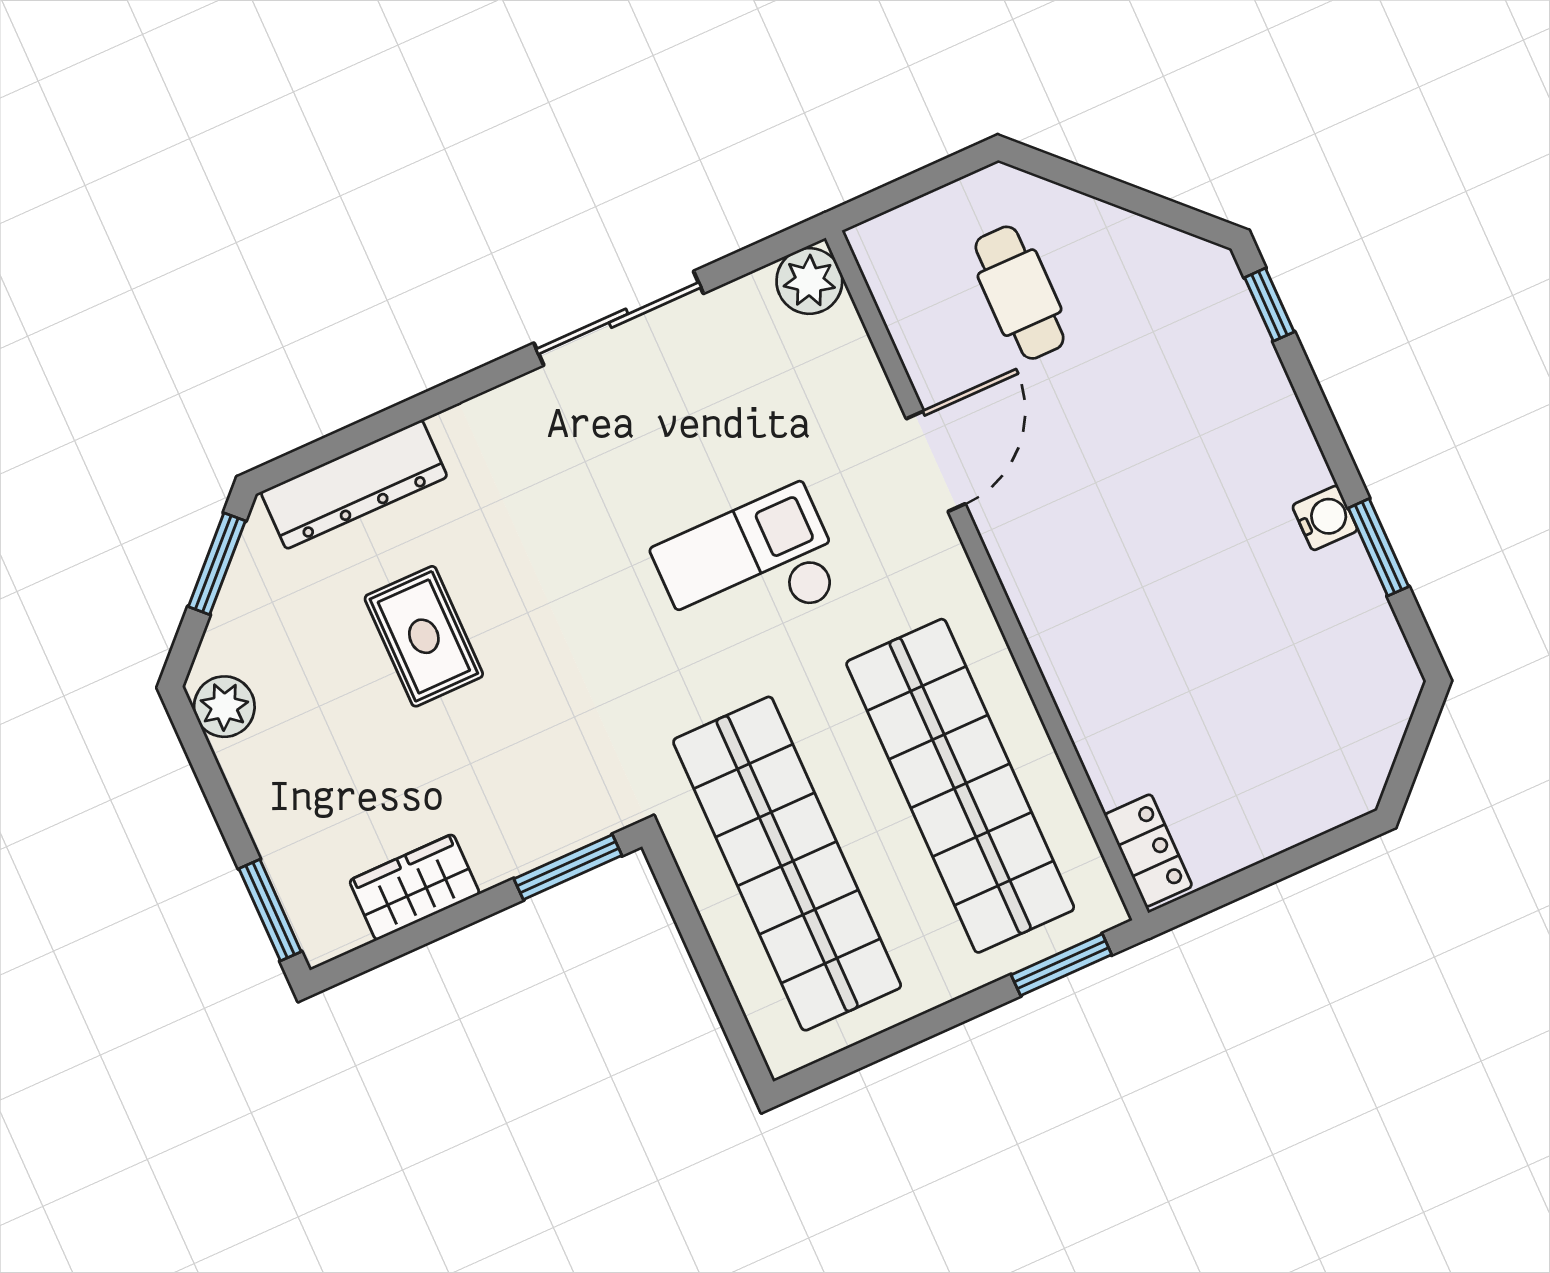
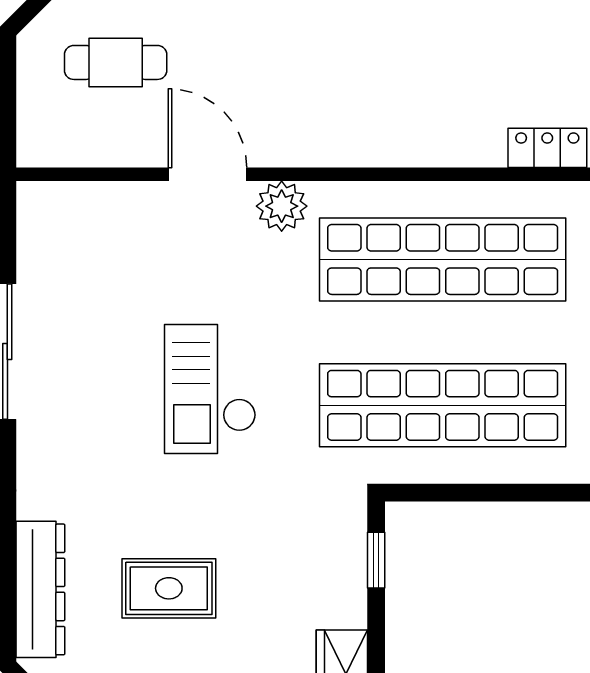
plant: (809, 281) -> (282, 206), moved
checkout: (749, 568) -> (210, 389), moved
window: (568, 867) -> (376, 560), width x0.67

